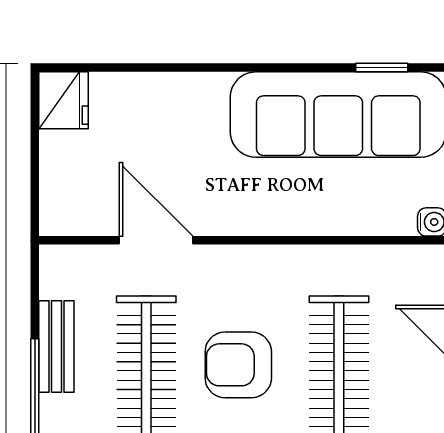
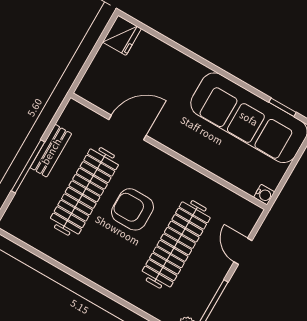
door: (156, 240) -> (127, 127), hinge flipped

